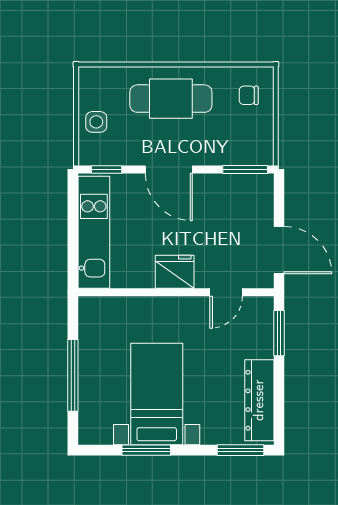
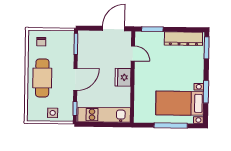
bed with nightstands: (157, 394) -> (180, 103), moved

